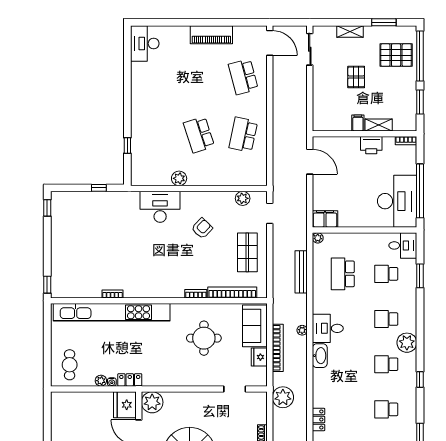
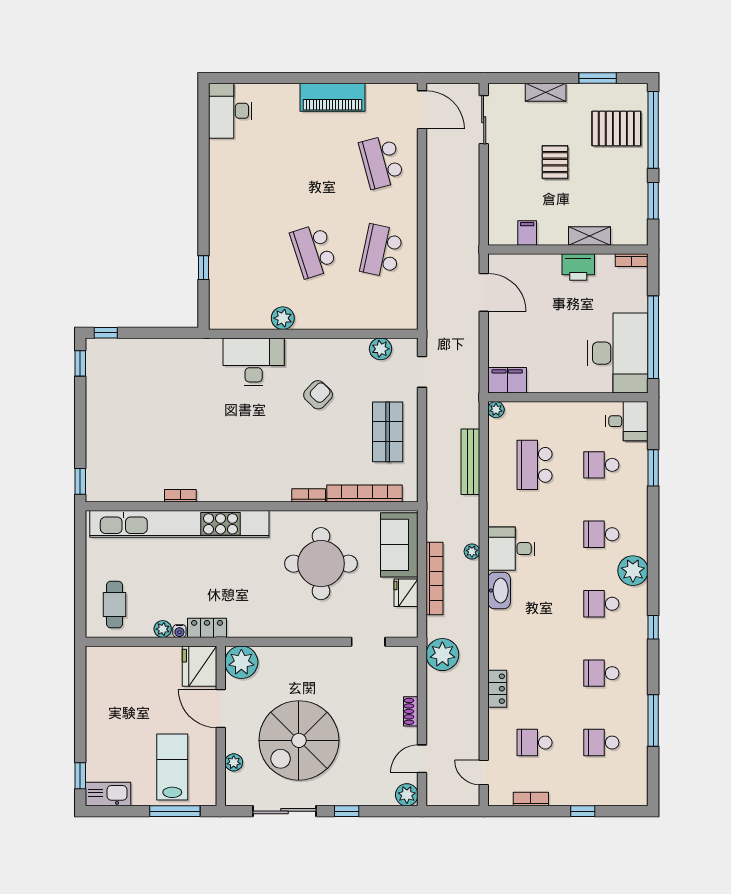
filing cabinet: (358, 123) -> (527, 233), moved
window: (99, 188) -> (106, 333), moved
round table: (204, 338) -> (321, 564), width x1.36, depth x1.36

